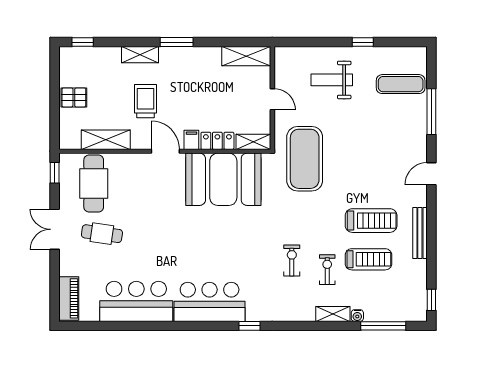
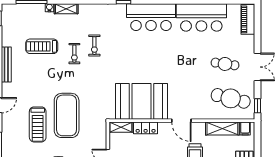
filing cabinet: (191, 140) -> (245, 128), moved
exercise mat: (305, 159) -> (67, 115), moved
cafe table: (94, 184) -> (231, 98), turned -76
treadmill: (371, 221) -> (38, 124), moved, turned -90
exercise bike: (327, 270) -> (74, 54), moved

